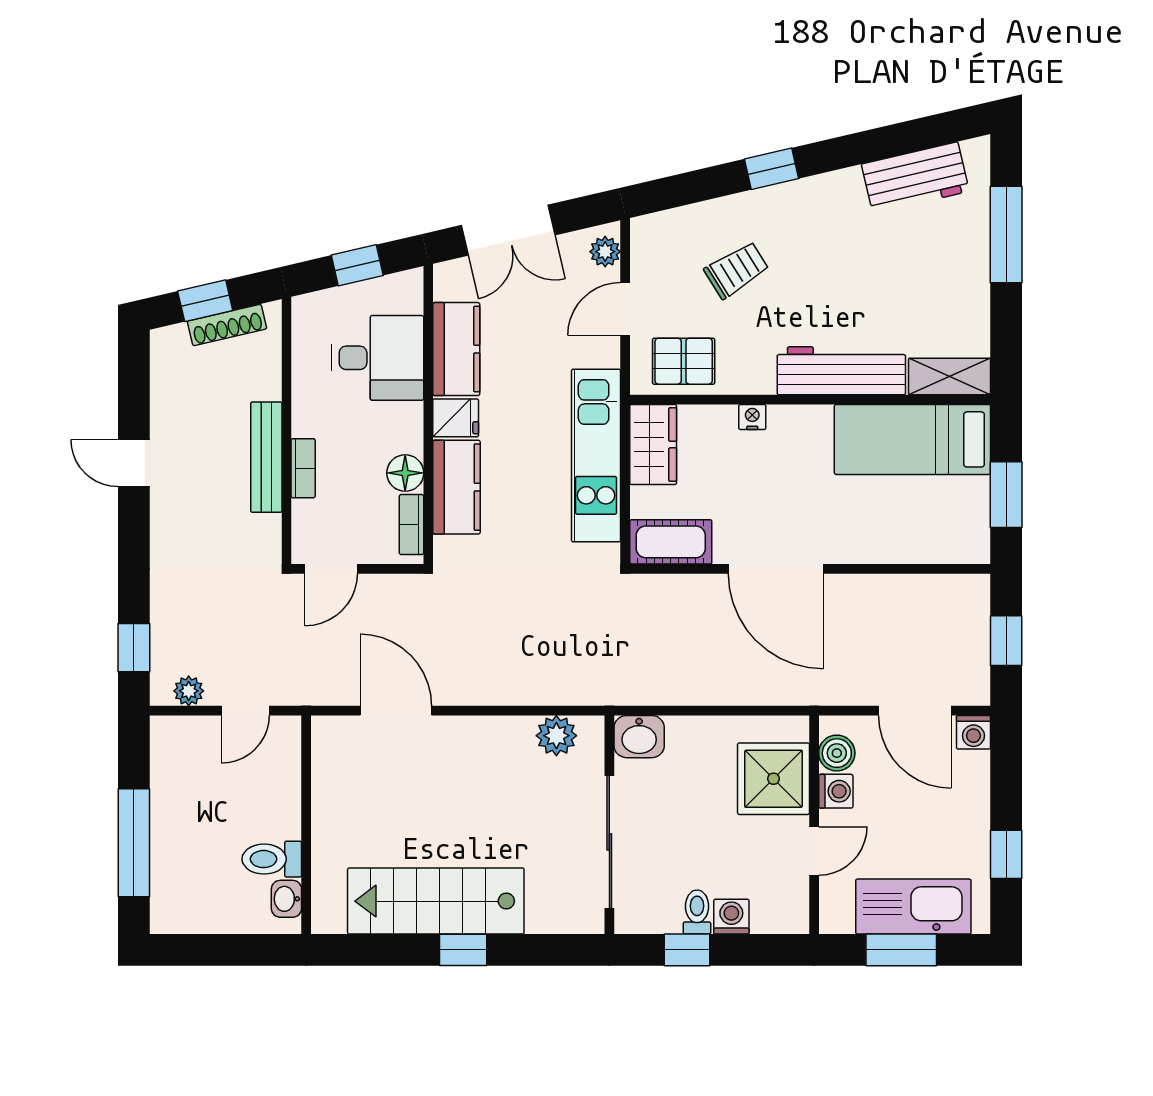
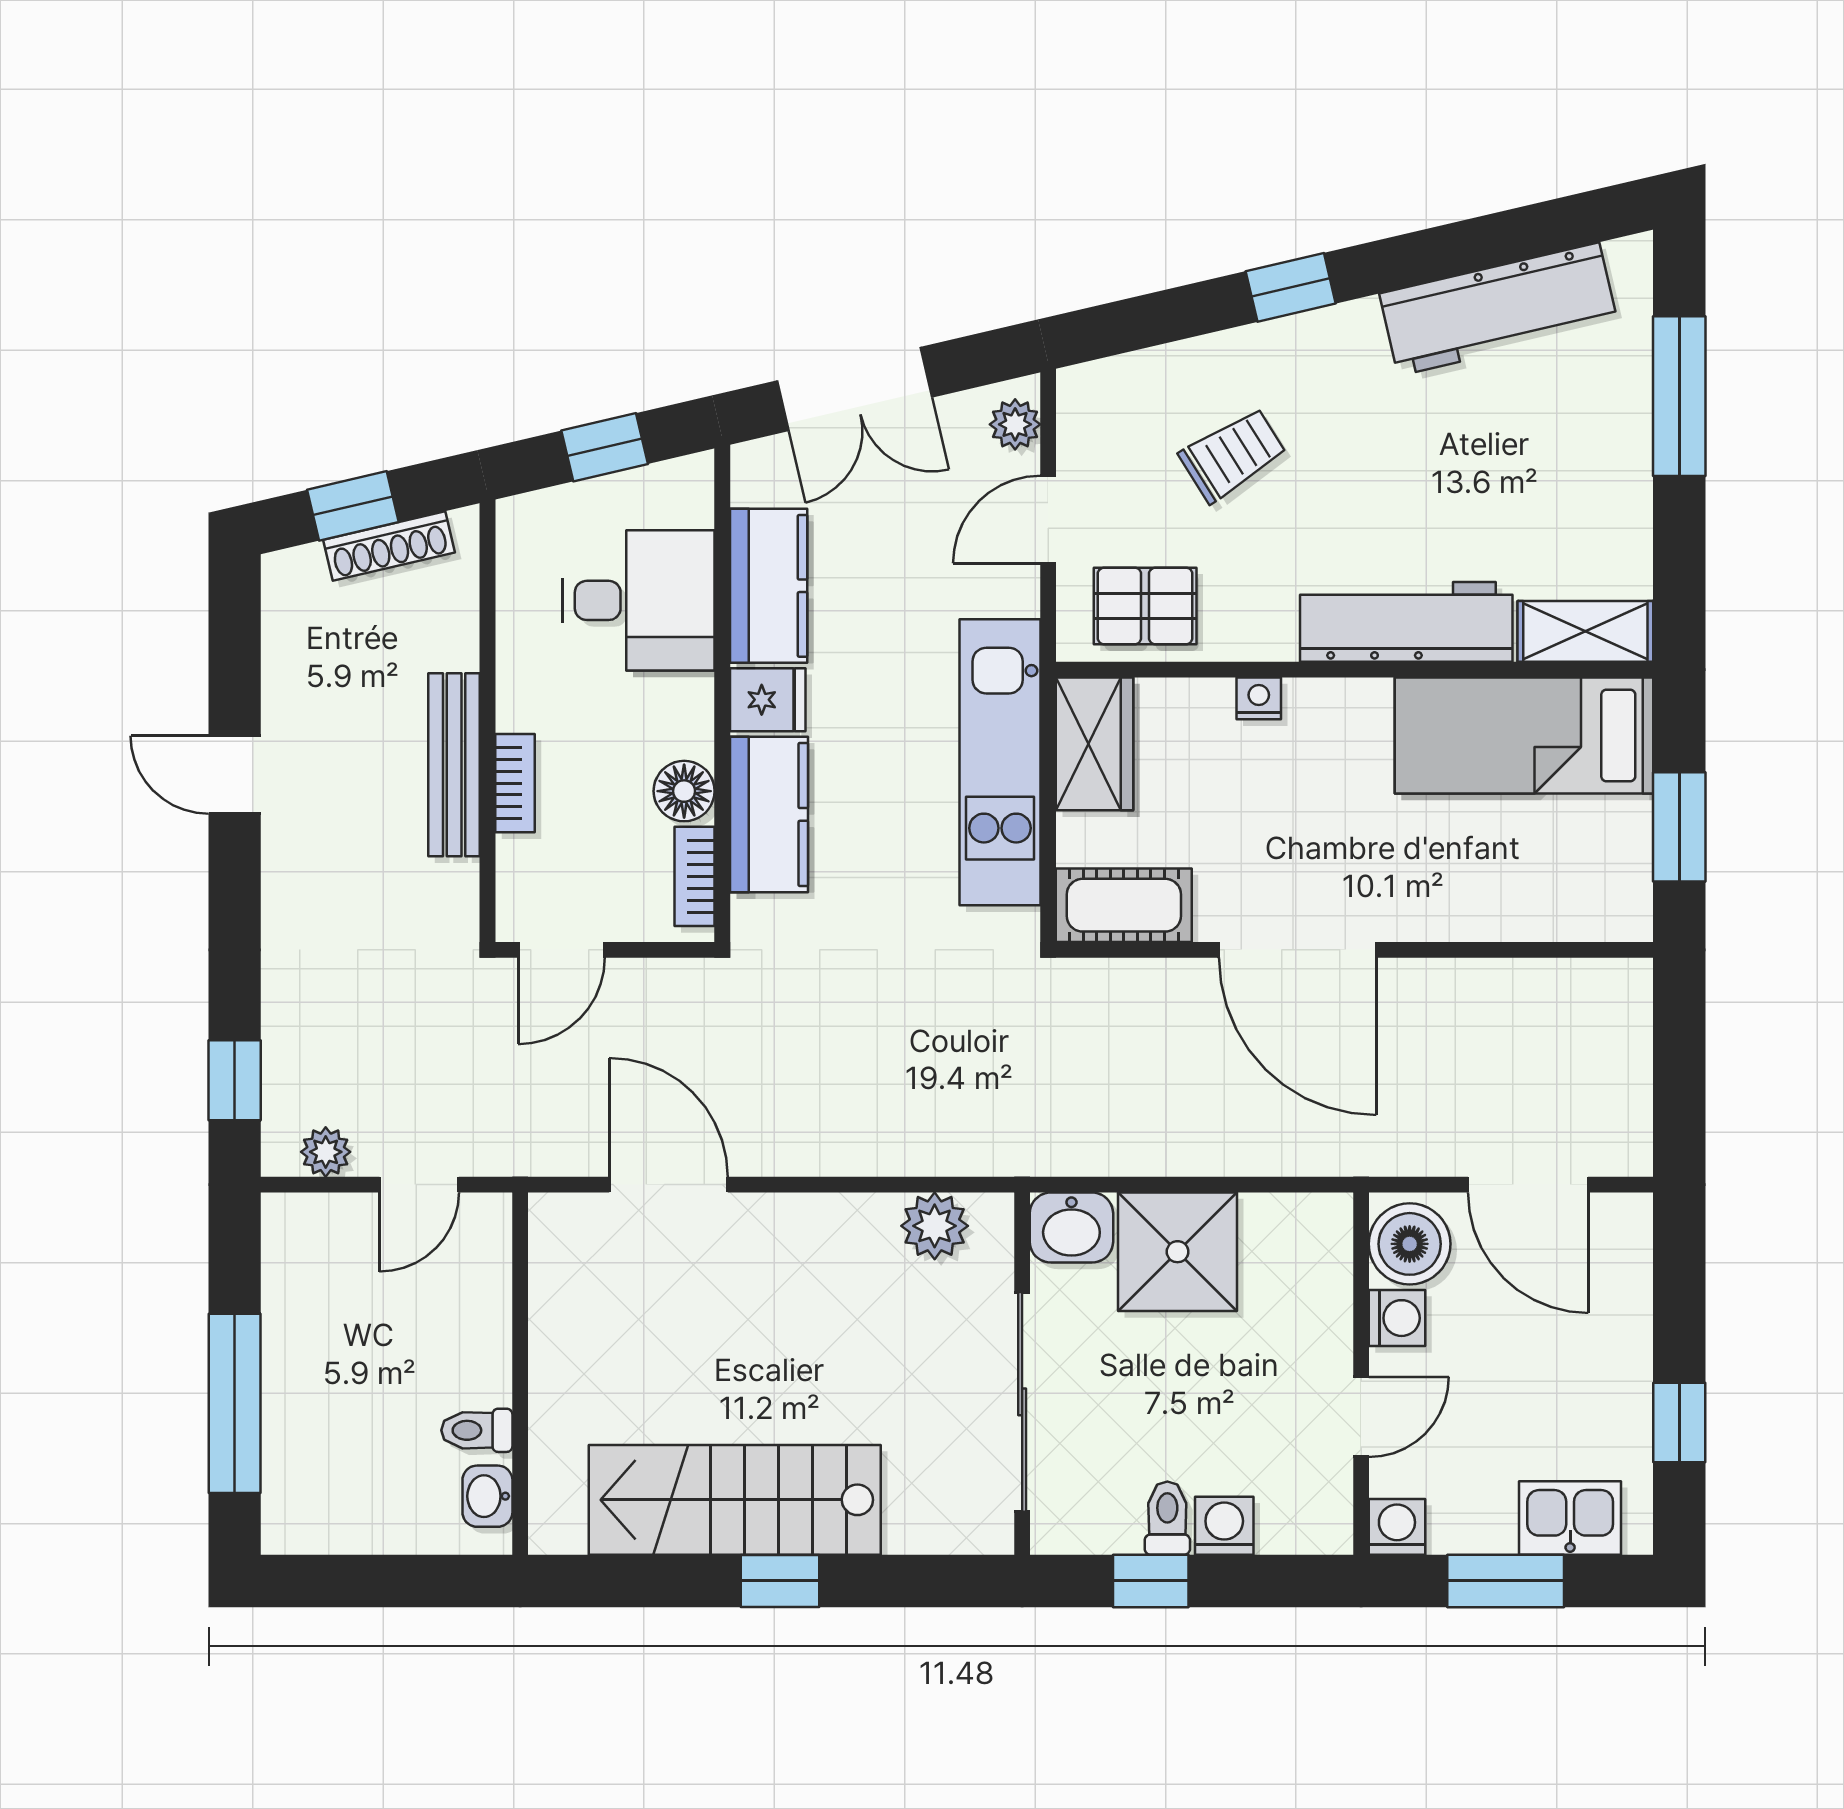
workbench: (915, 178) -> (1499, 309), width x1.38
window: (1006, 641) -> (1679, 1069), removed
washing machine: (973, 732) -> (1397, 1527), moved, turned 180
boiler: (837, 753) -> (1410, 1244), width x1.36, depth x1.36
shower: (774, 779) -> (1178, 1252), moved
toilet: (272, 859) -> (477, 1430), width x0.73, depth x0.72
kitchen sink: (913, 907) -> (1570, 1518), width x0.53, depth x0.81

